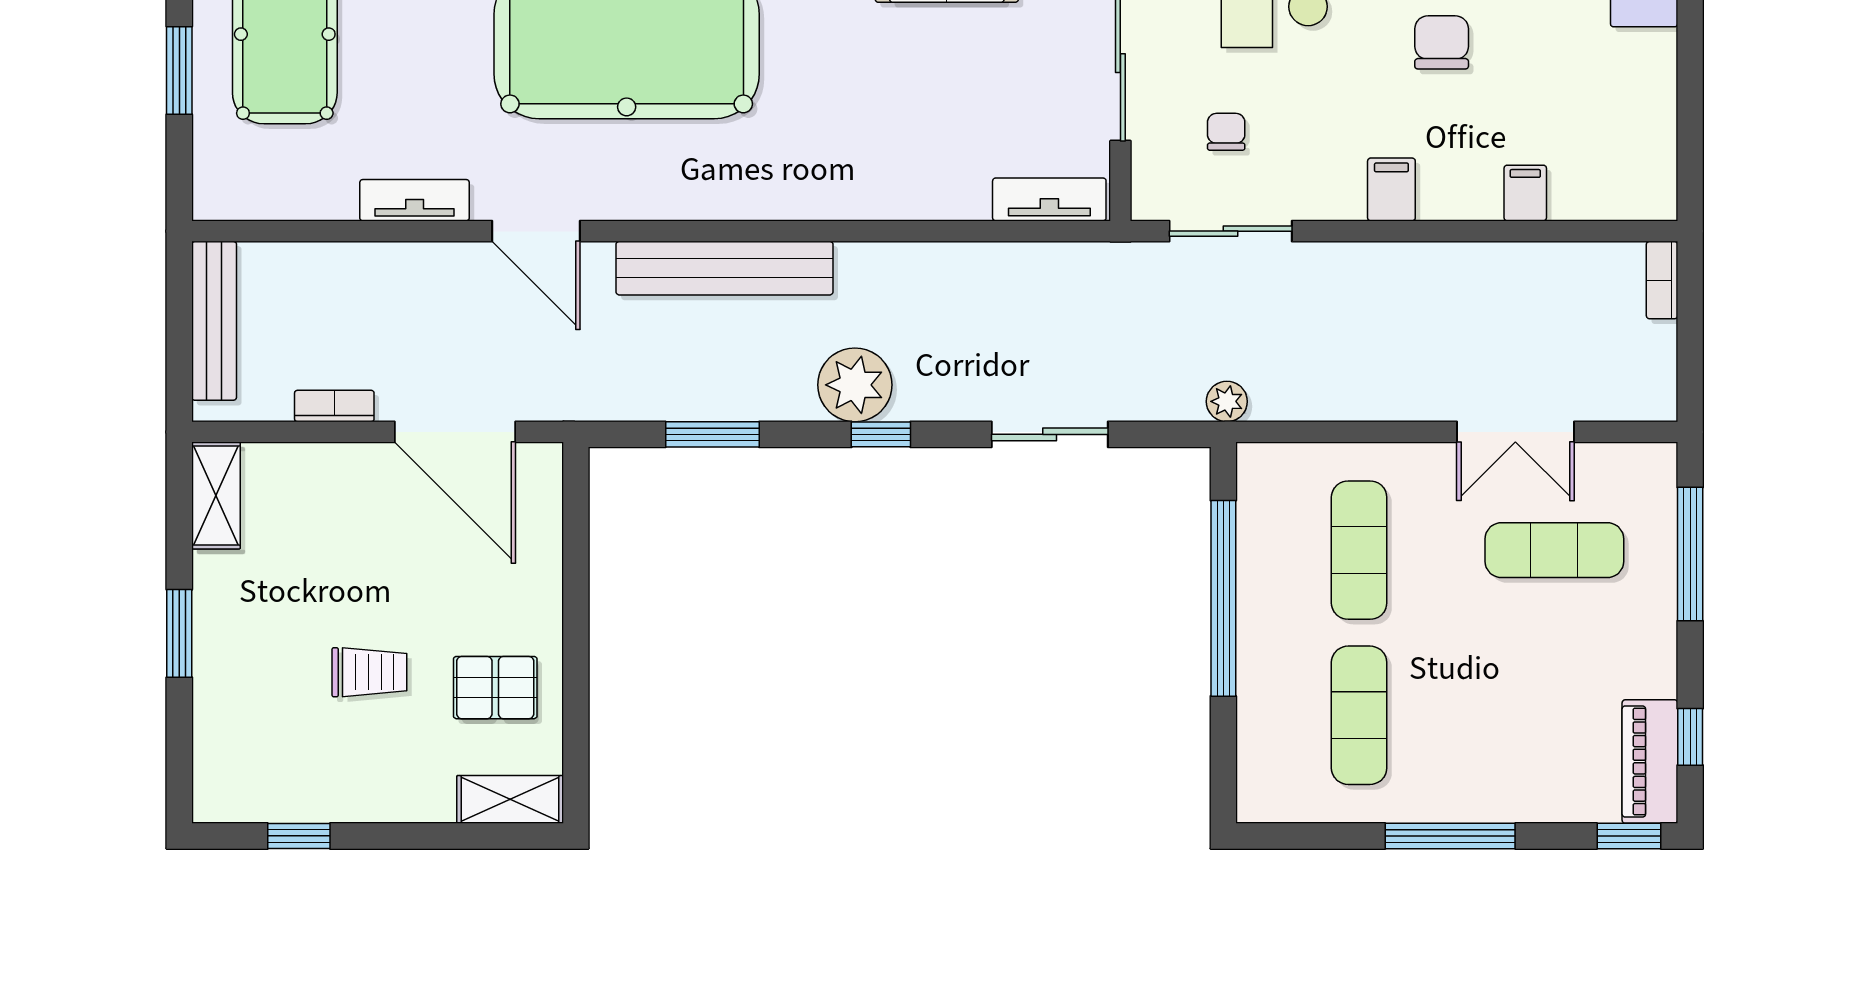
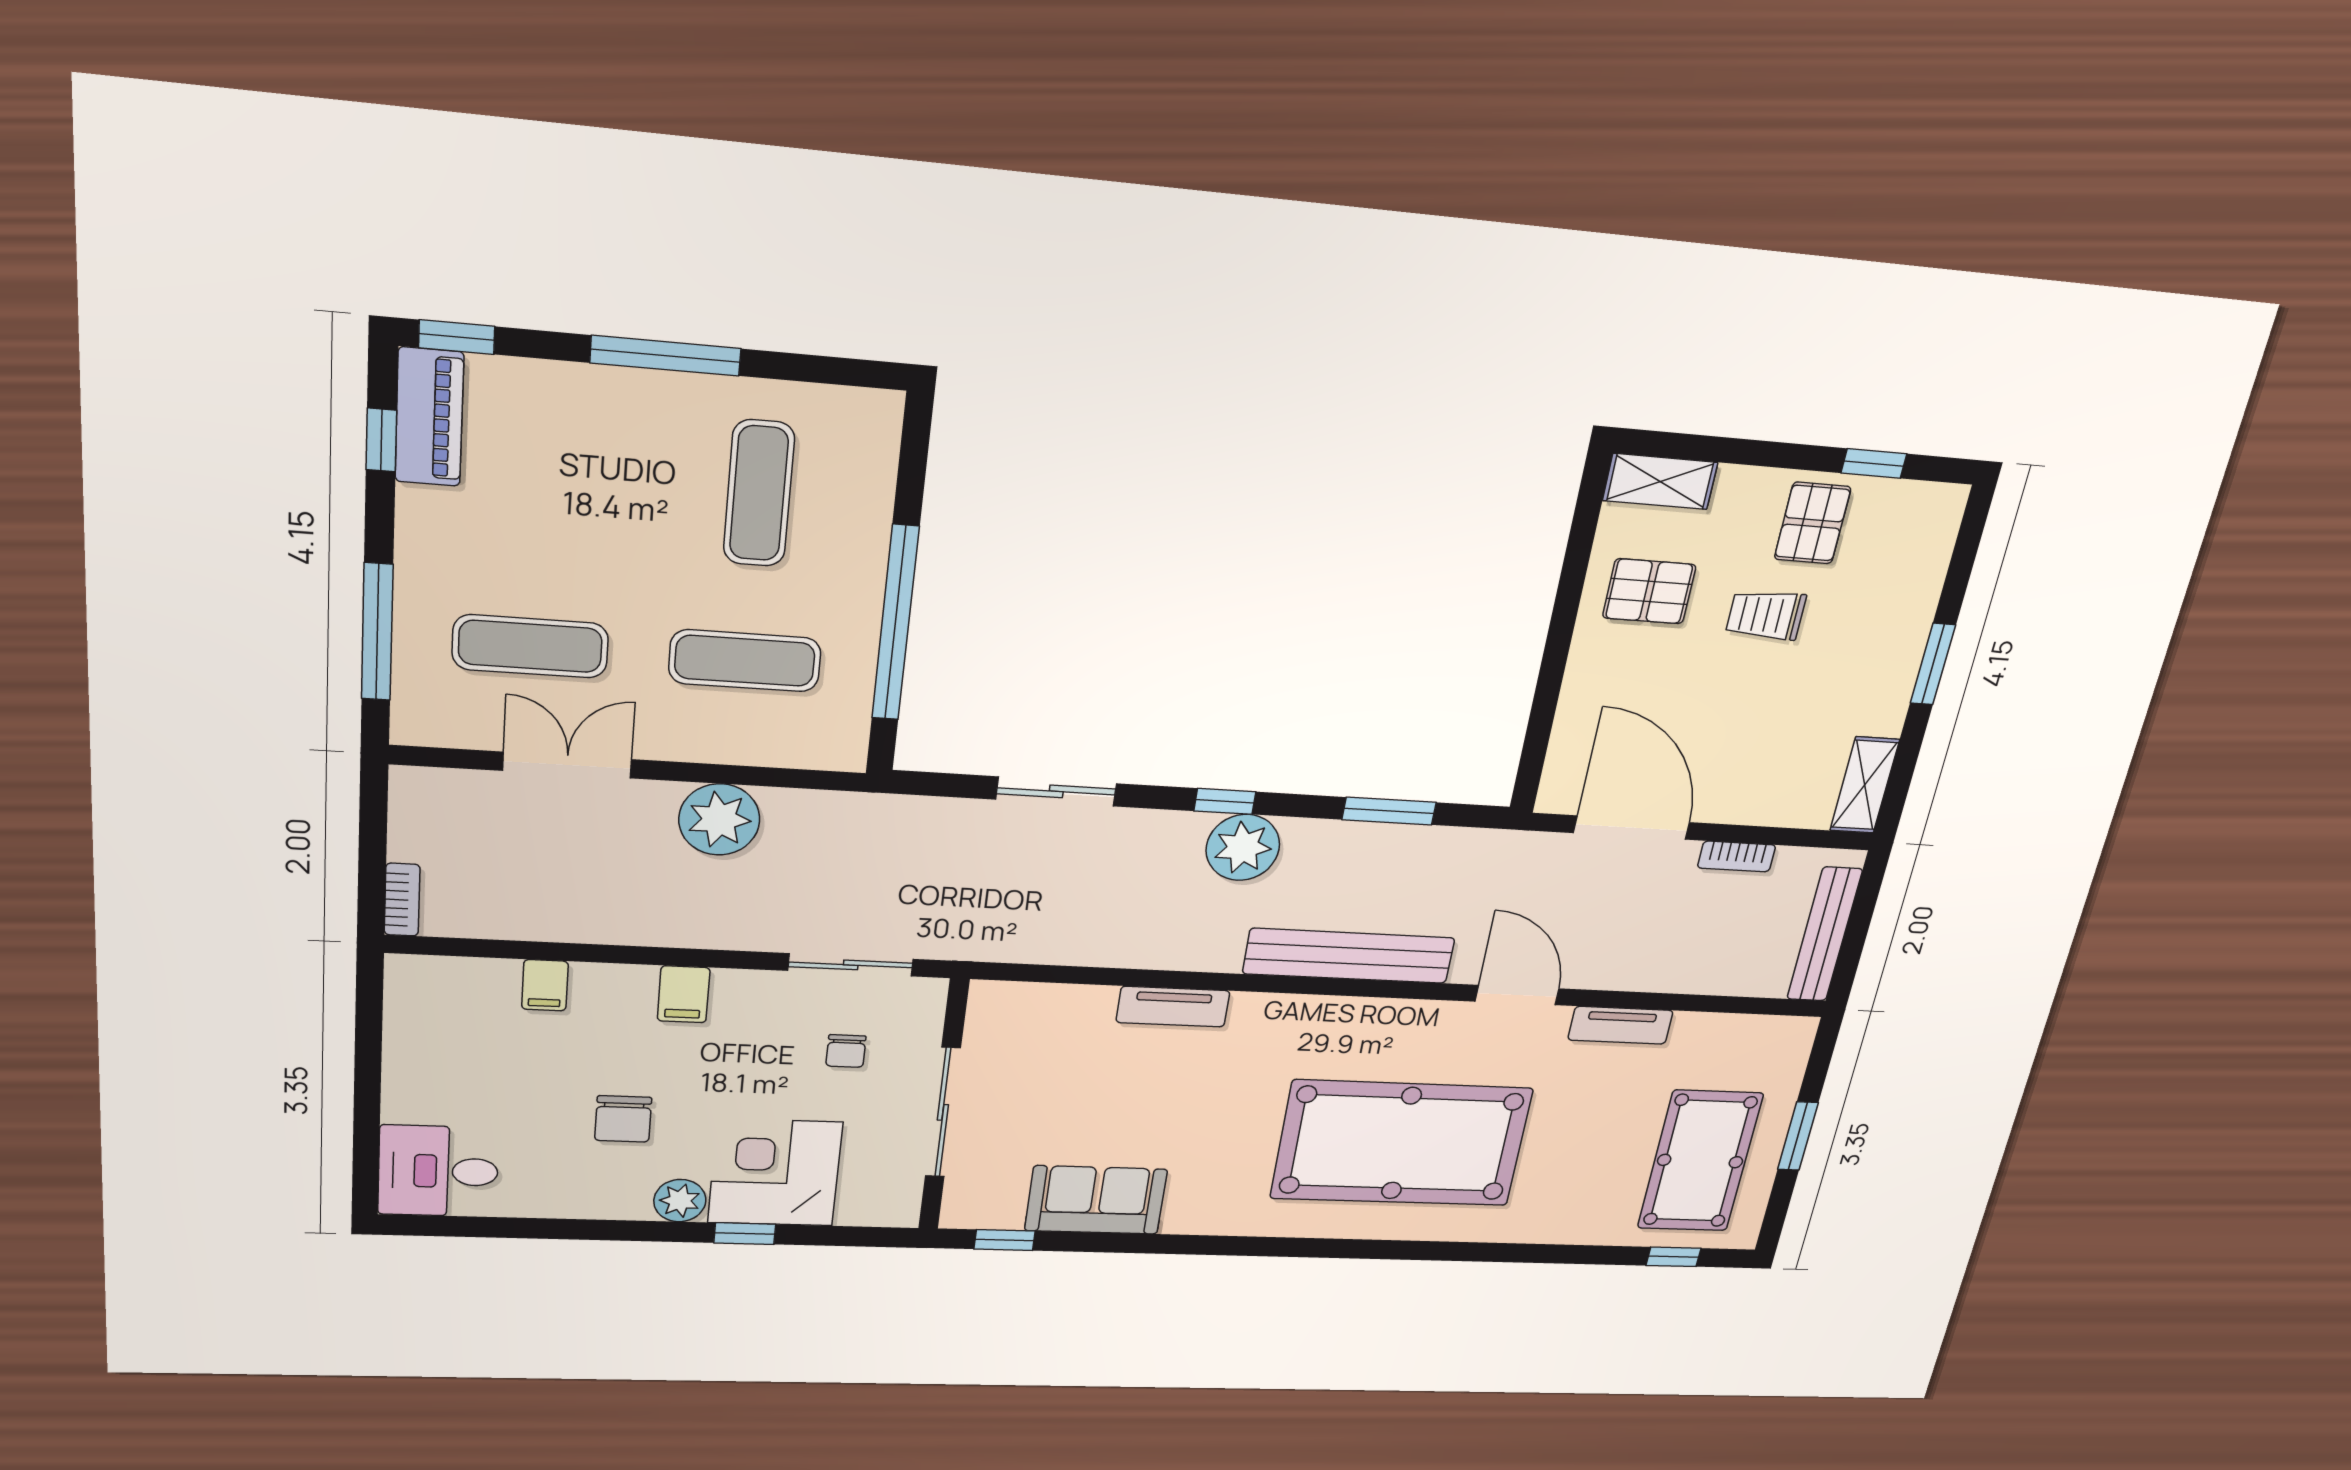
tv unit: (1049, 199) -> (1173, 1007), moved
plant: (1227, 401) -> (719, 820), moved, width x1.88, depth x1.88
exercise mat: (1359, 550) -> (745, 661), turned 90
pallet: (346, 771) -> (1813, 523), added

